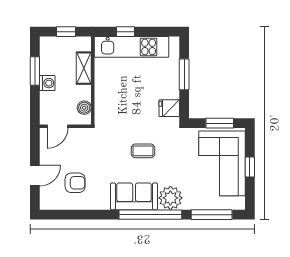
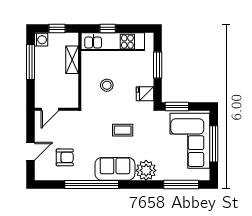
window: (35, 71) -> (30, 62), width x1.44
washing machine: (47, 83) -> (41, 40), moved
stool: (124, 98) -> (107, 85), added
boiler: (84, 108) -> (73, 93), removed
window: (220, 123) -> (177, 107), moved
window: (250, 167) -> (214, 144), width x2.17
window: (150, 215) -> (92, 184), moved

